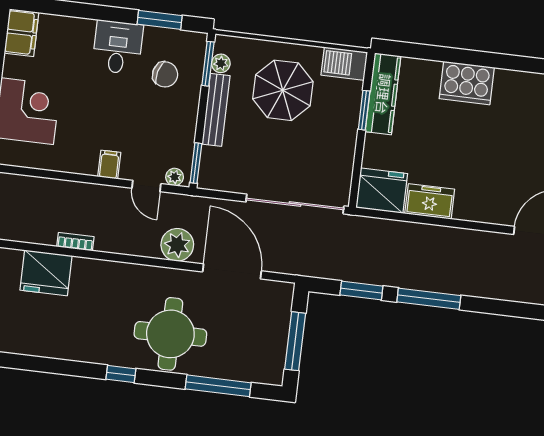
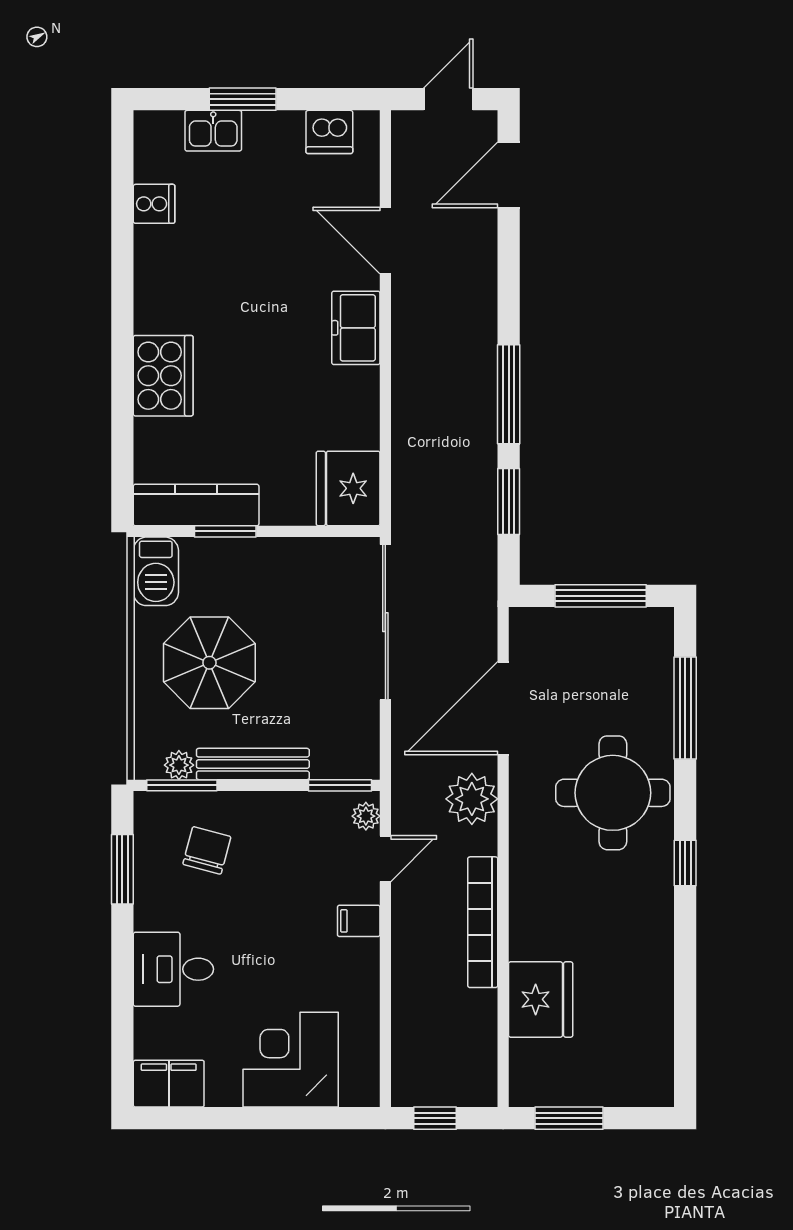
desk: (118, 47) -> (173, 969), moved
freezer: (430, 201) -> (356, 328), moved
bookcase: (75, 242) -> (483, 922), width x2.31, depth x1.31

